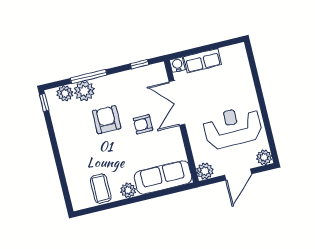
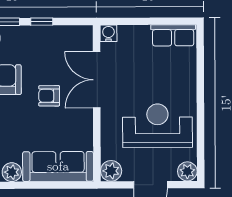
row of seats: (203, 61) -> (173, 35), moved
window: (139, 64) -> (42, 22), moved

